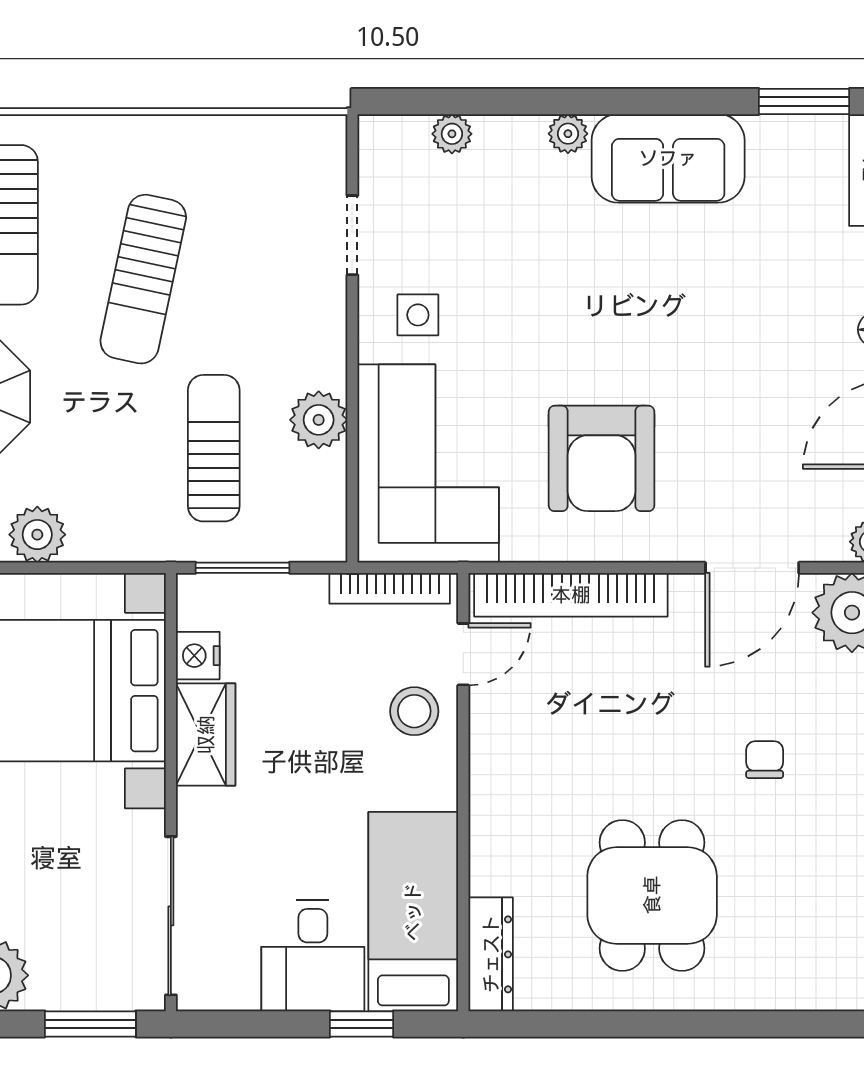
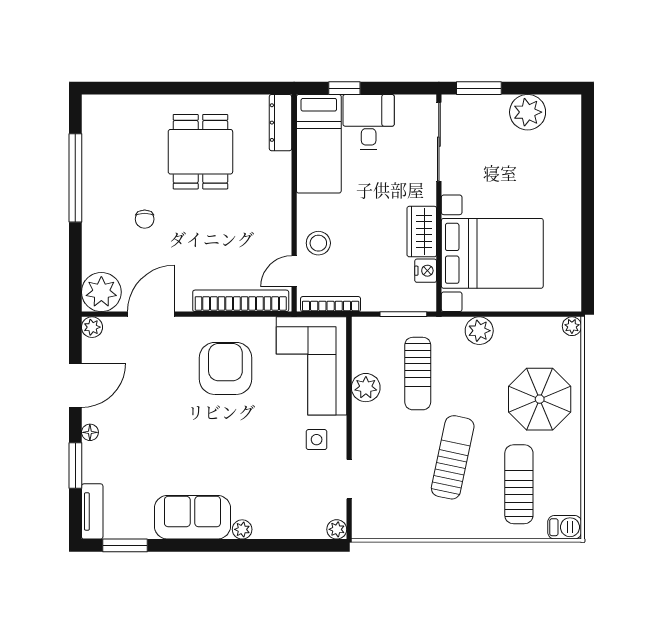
plant: (452, 134) -> (337, 529), moved
plant: (37, 535) -> (479, 331), moved

